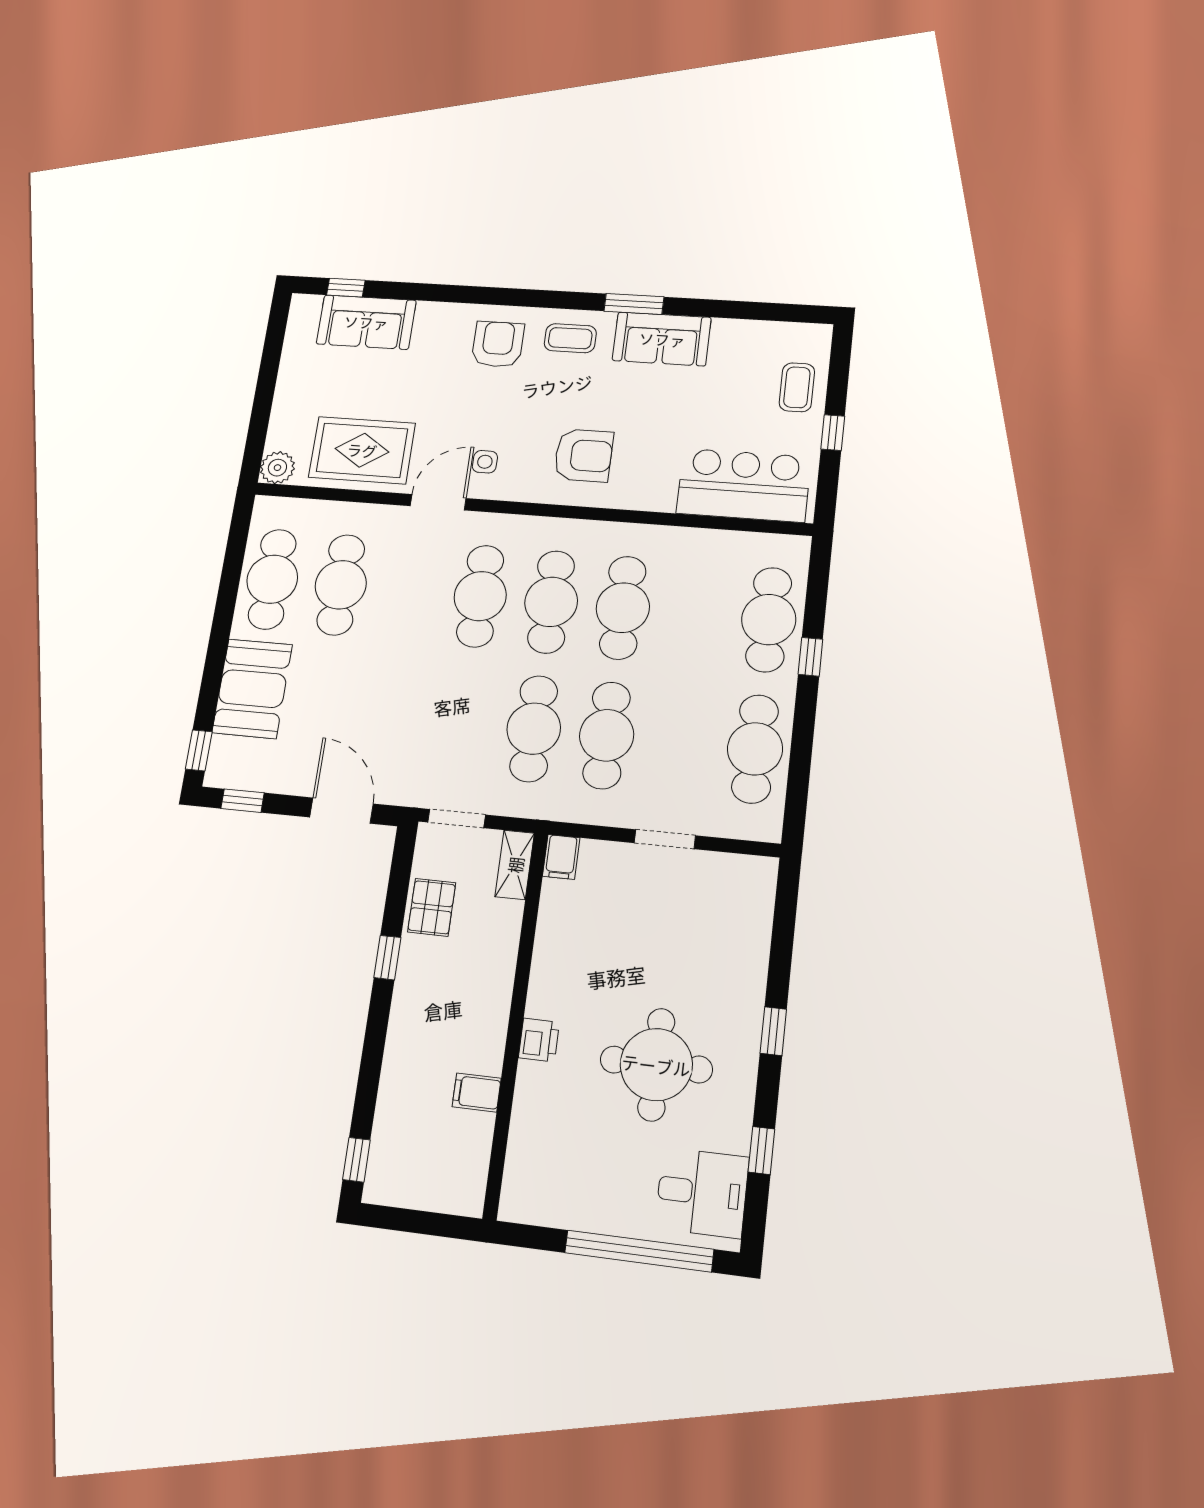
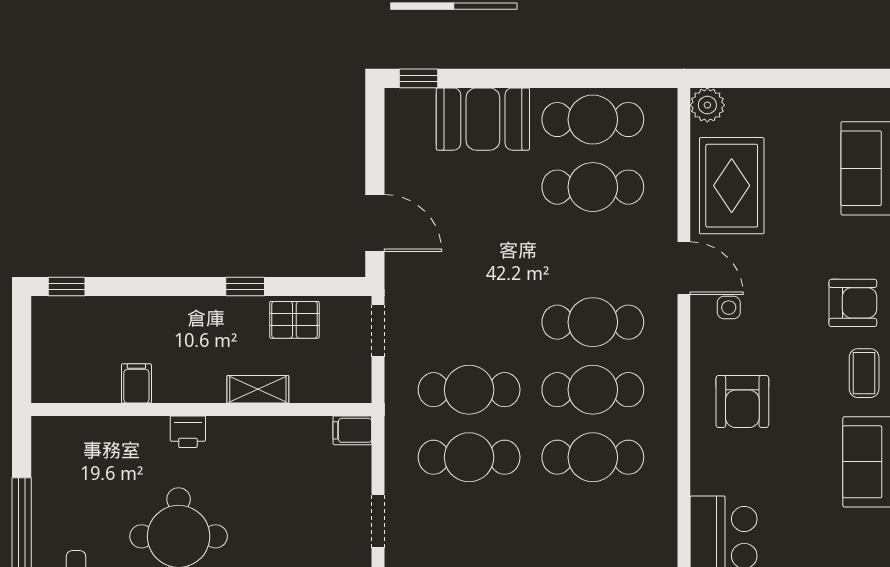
window: (242, 801) -> (375, 129), removed
door: (341, 810) -> (375, 223), hinge flipped
shelving: (515, 865) -> (258, 389), moved

